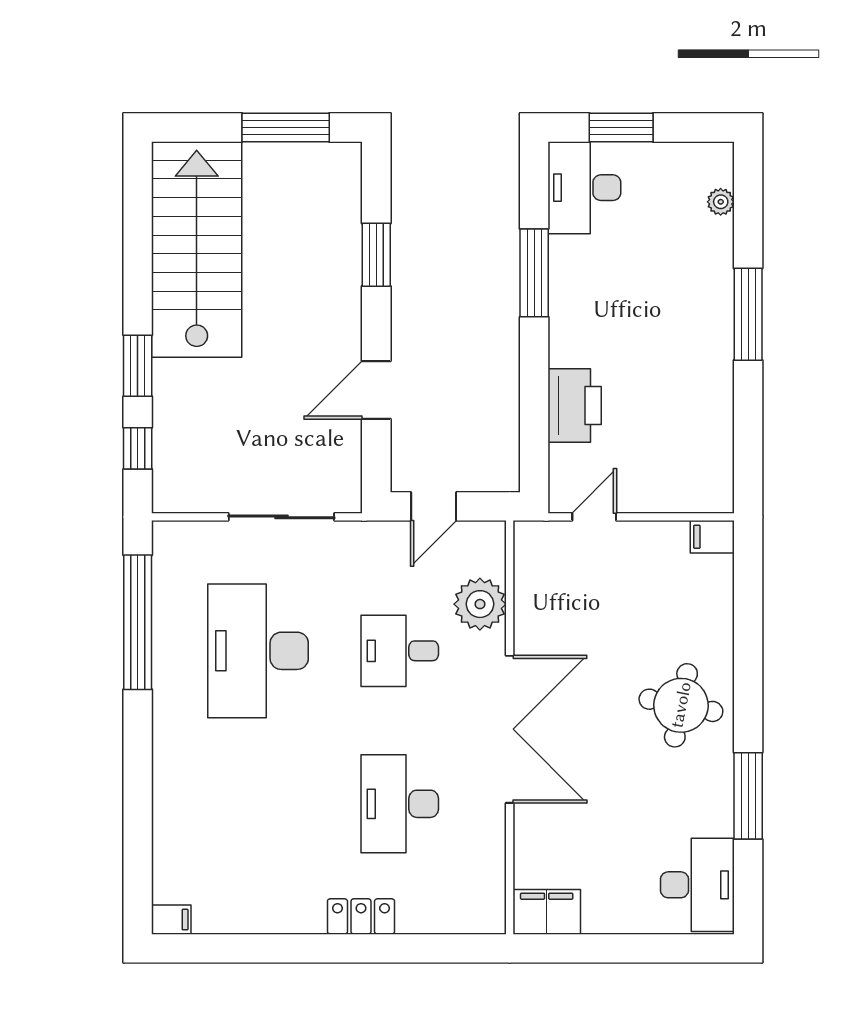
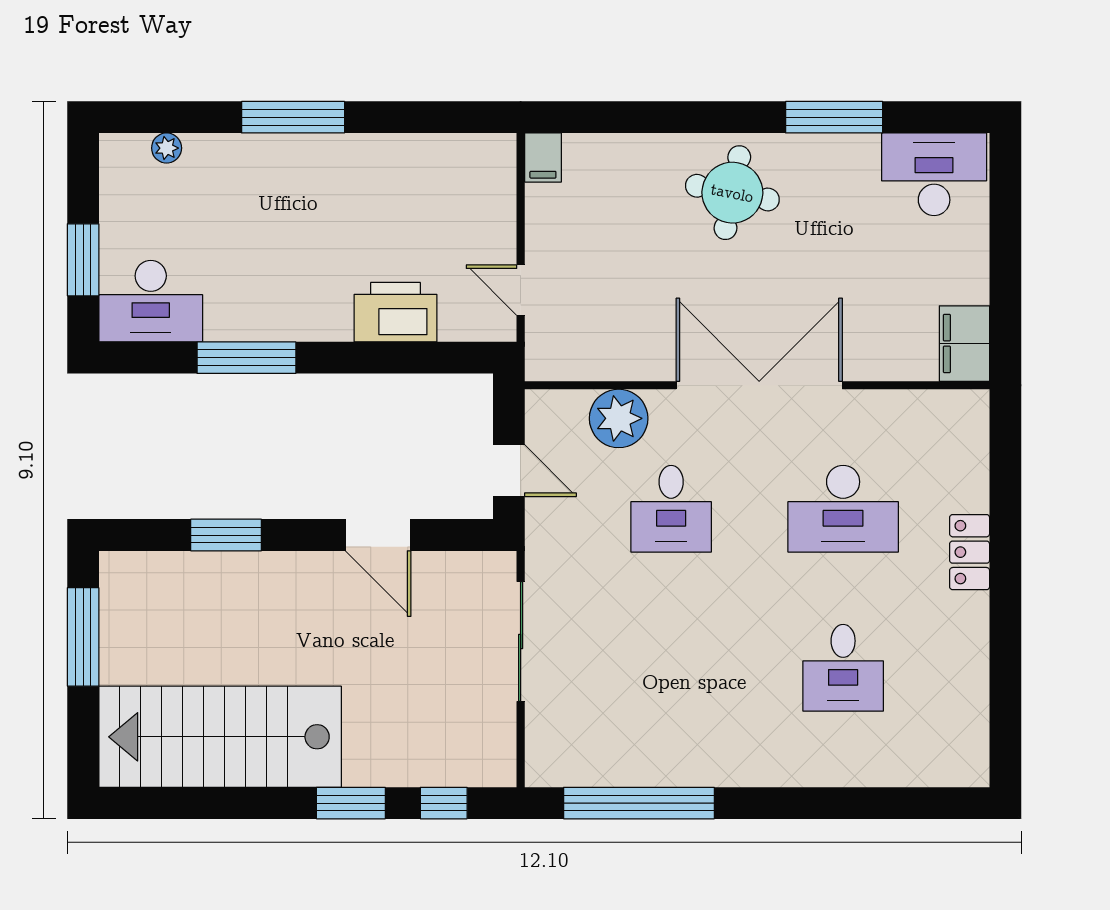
desk: (258, 651) -> (843, 668), moved, width x0.53, depth x0.77
filing cabinet: (171, 920) -> (973, 765), removed

